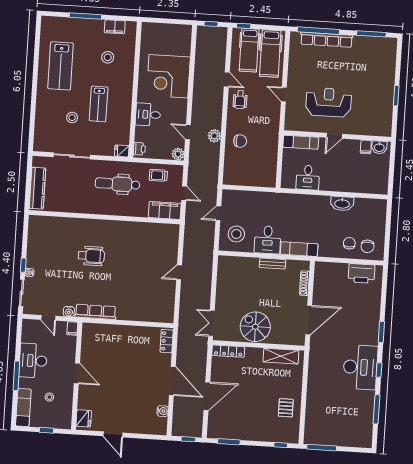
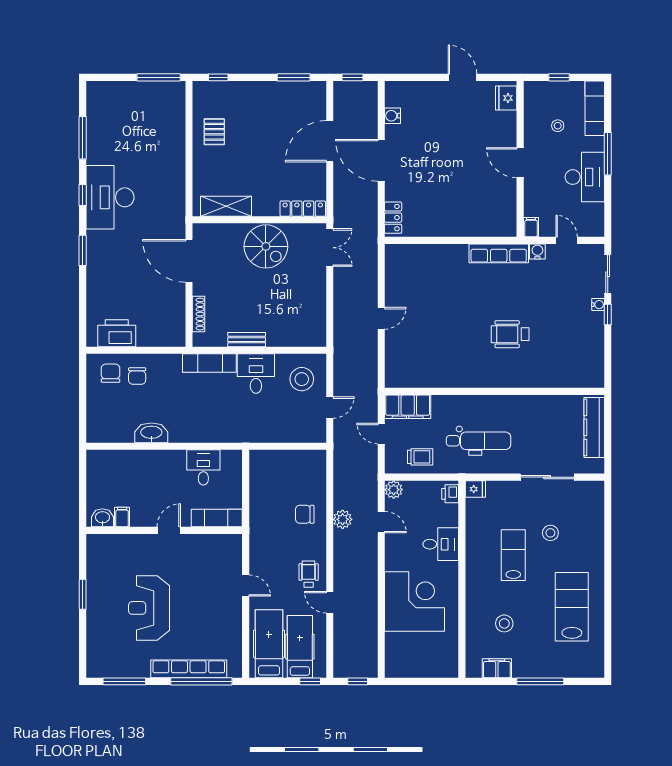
reception desk: (329, 102) -> (149, 608), moved, turned 90
door: (309, 320) -> (189, 261), hinge flipped

